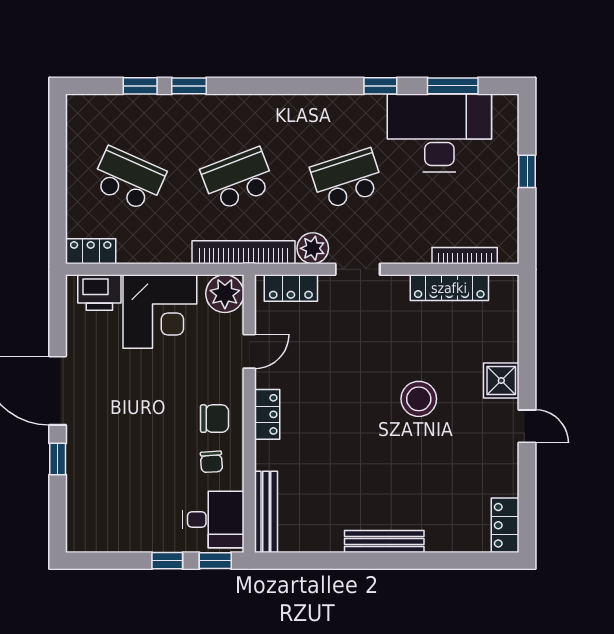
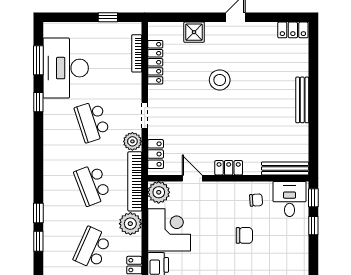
window: (527, 171) -> (108, 17), moved
plant: (171, 245) -> (130, 224), added
shower: (501, 381) -> (194, 32), moved
chair: (215, 419) -> (244, 235), moved, turned 90

